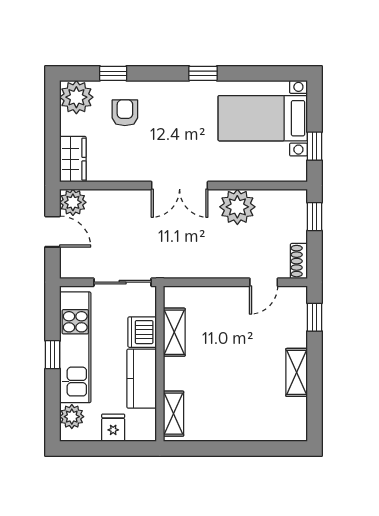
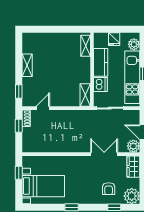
double door: (180, 185) -> (104, 154), moved
plant: (237, 207) -> (55, 144), removed
window: (314, 217) -> (19, 126), moved
shelving: (174, 332) -> (85, 95), moved

